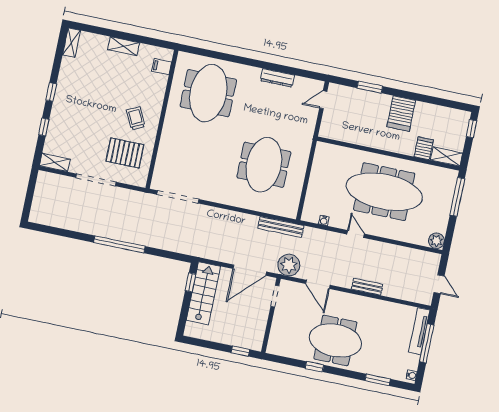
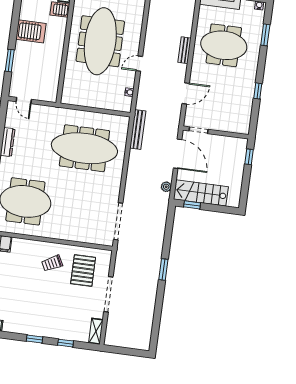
meeting table: (264, 165) -> (84, 148), width x1.36
window: (119, 244) -> (163, 269), width x0.47
plant: (289, 265) -> (166, 187), moved, width x0.53, depth x0.53
meeting table: (335, 340) -> (224, 45), moved, turned 90

